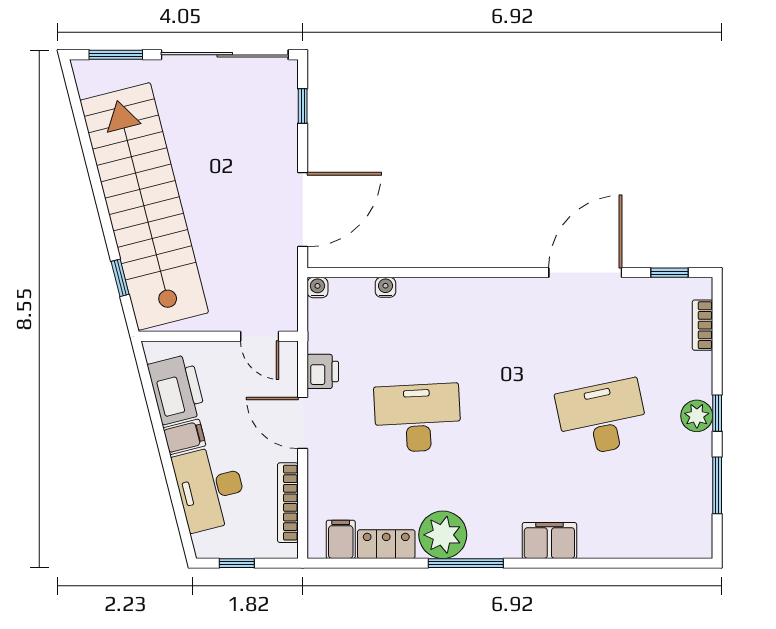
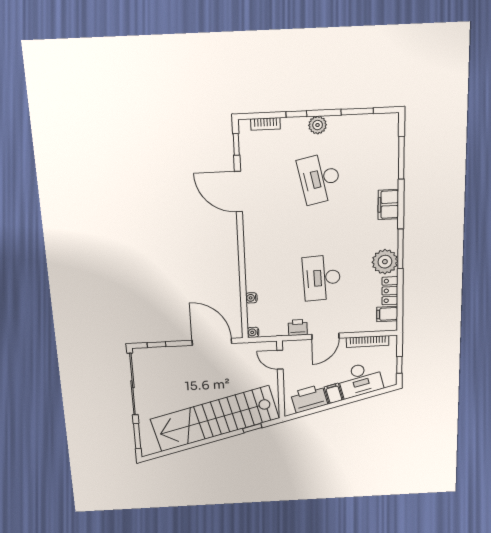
door: (260, 336) -> (280, 360), swing flipped
window: (717, 413) -> (296, 114), moved
window: (633, 563) -> (401, 158), added

